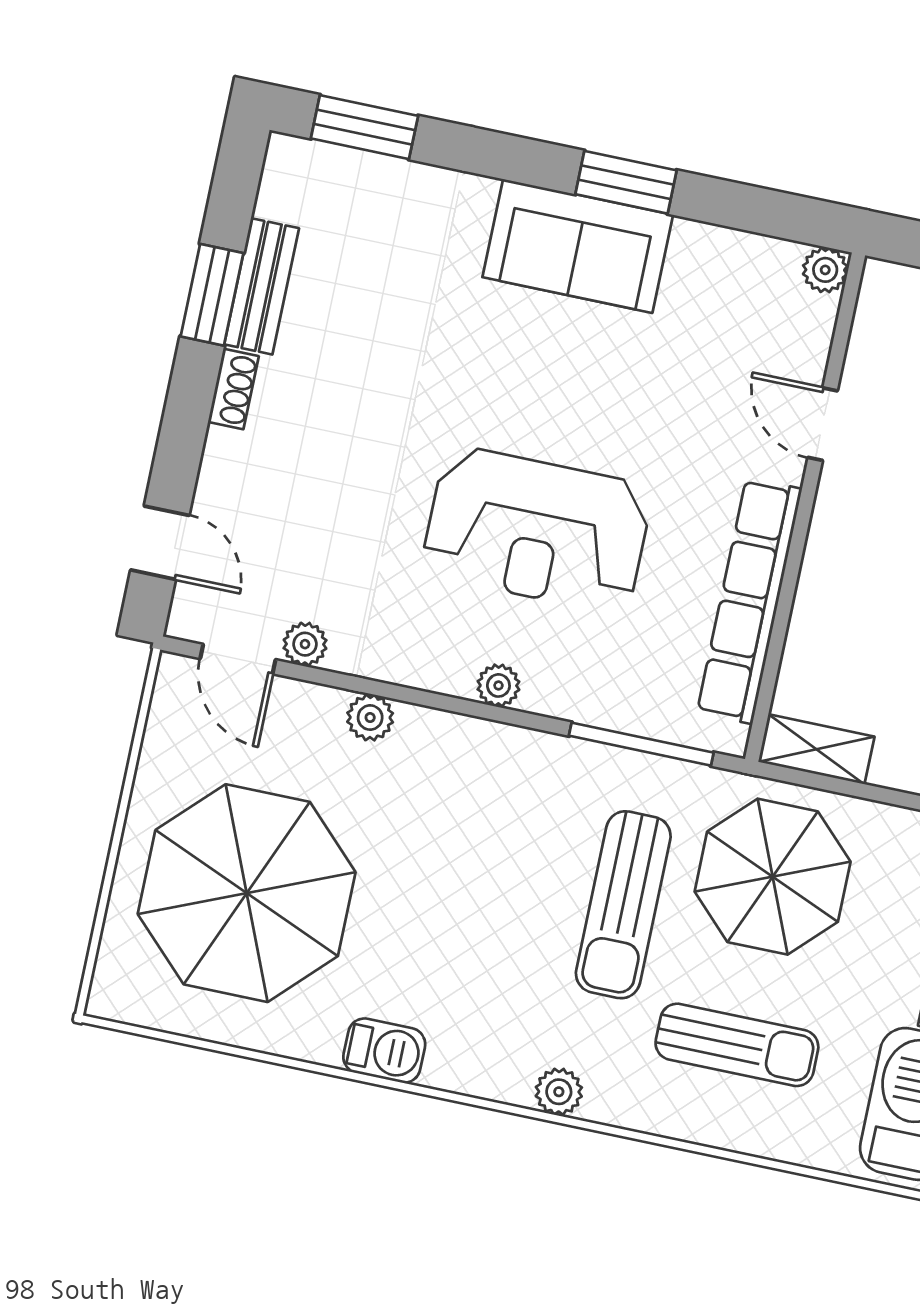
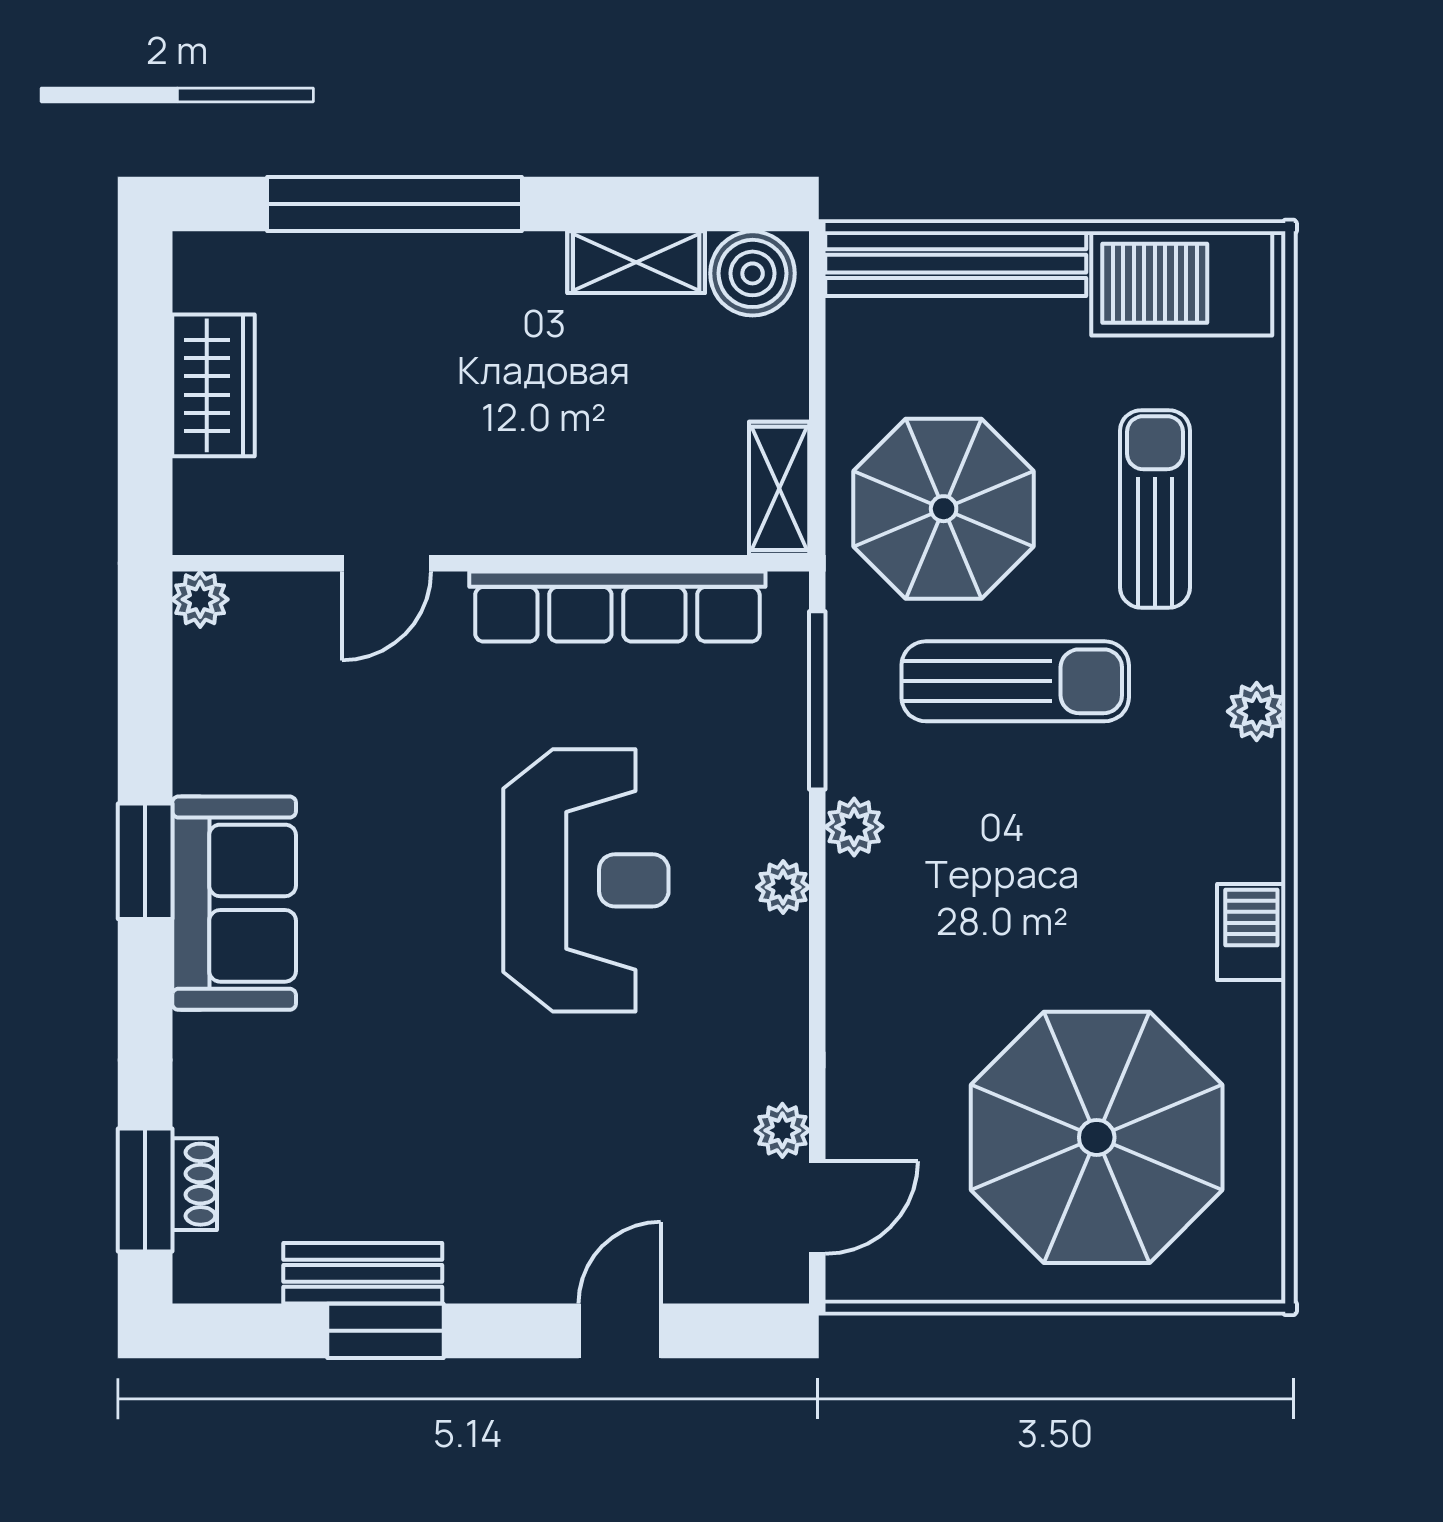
shoe rack: (233, 389) -> (195, 1184), moved, turned 90
door: (160, 543) -> (620, 1331), moved
plant: (370, 718) -> (854, 827), moved

